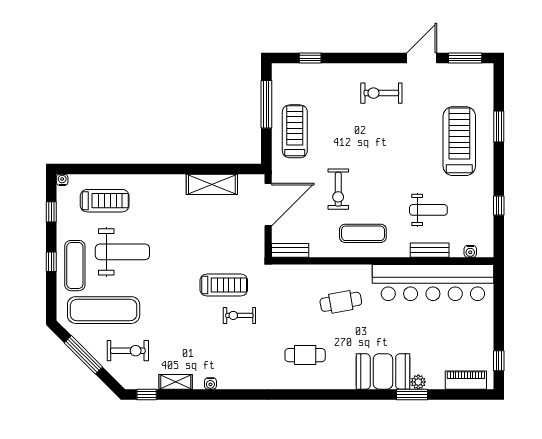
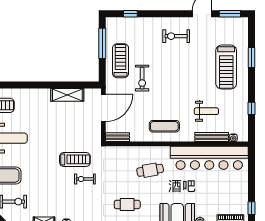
treadmill: (459, 141) -> (226, 67), turned 180
exercise bike: (338, 189) -> (142, 78), moved
bench: (430, 250) -> (212, 137), width x1.36

